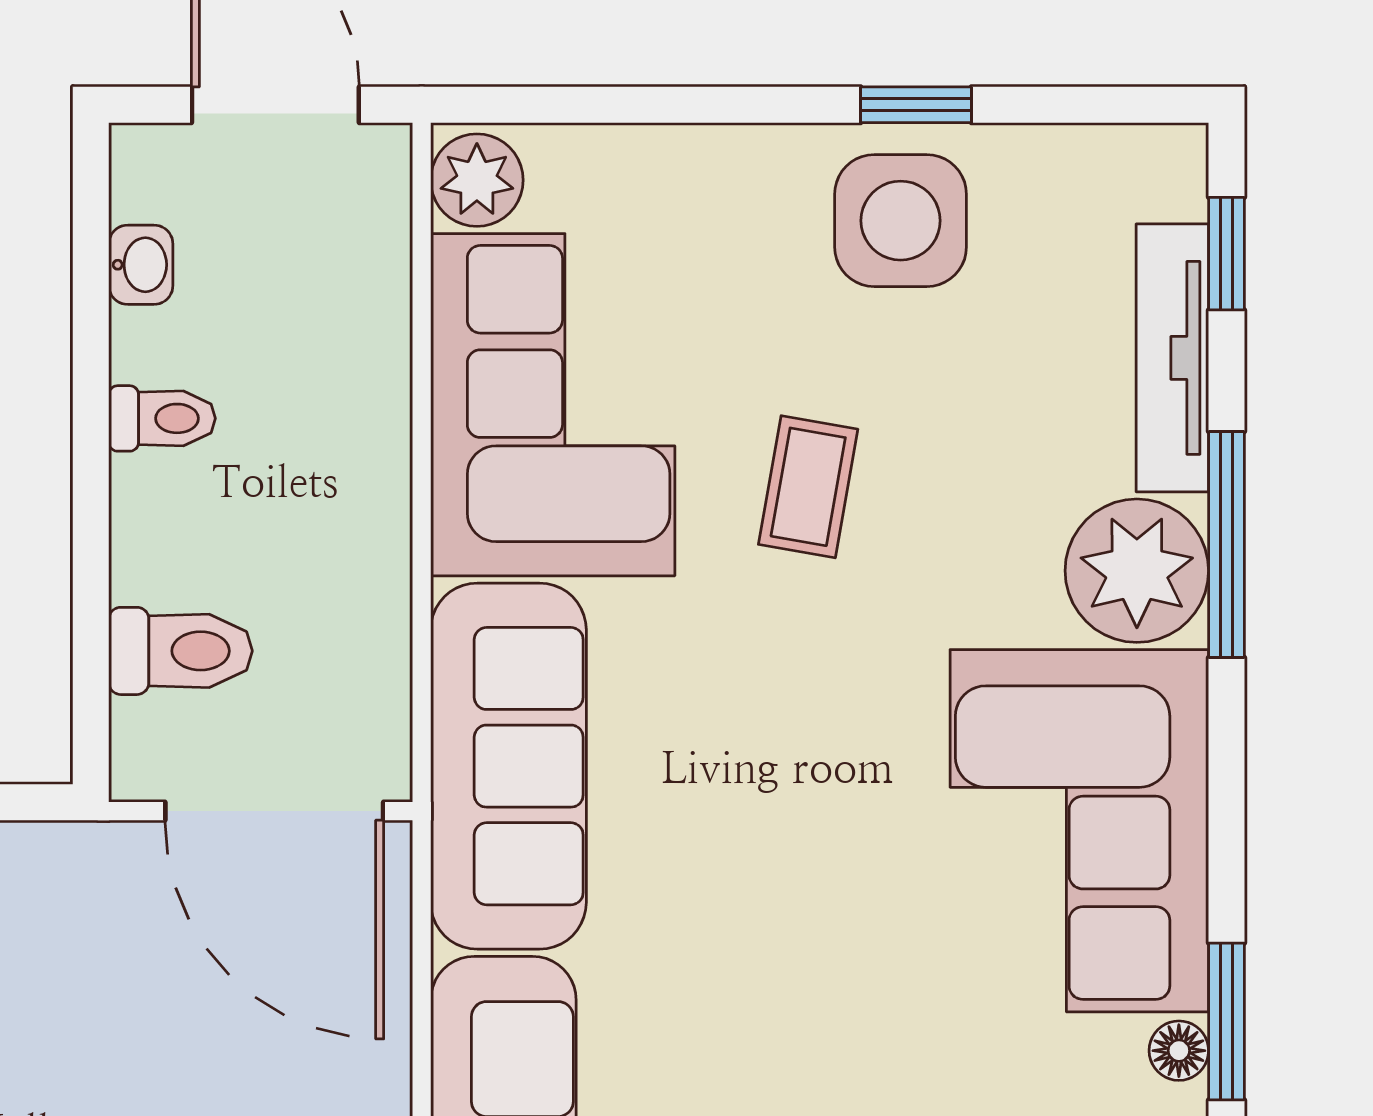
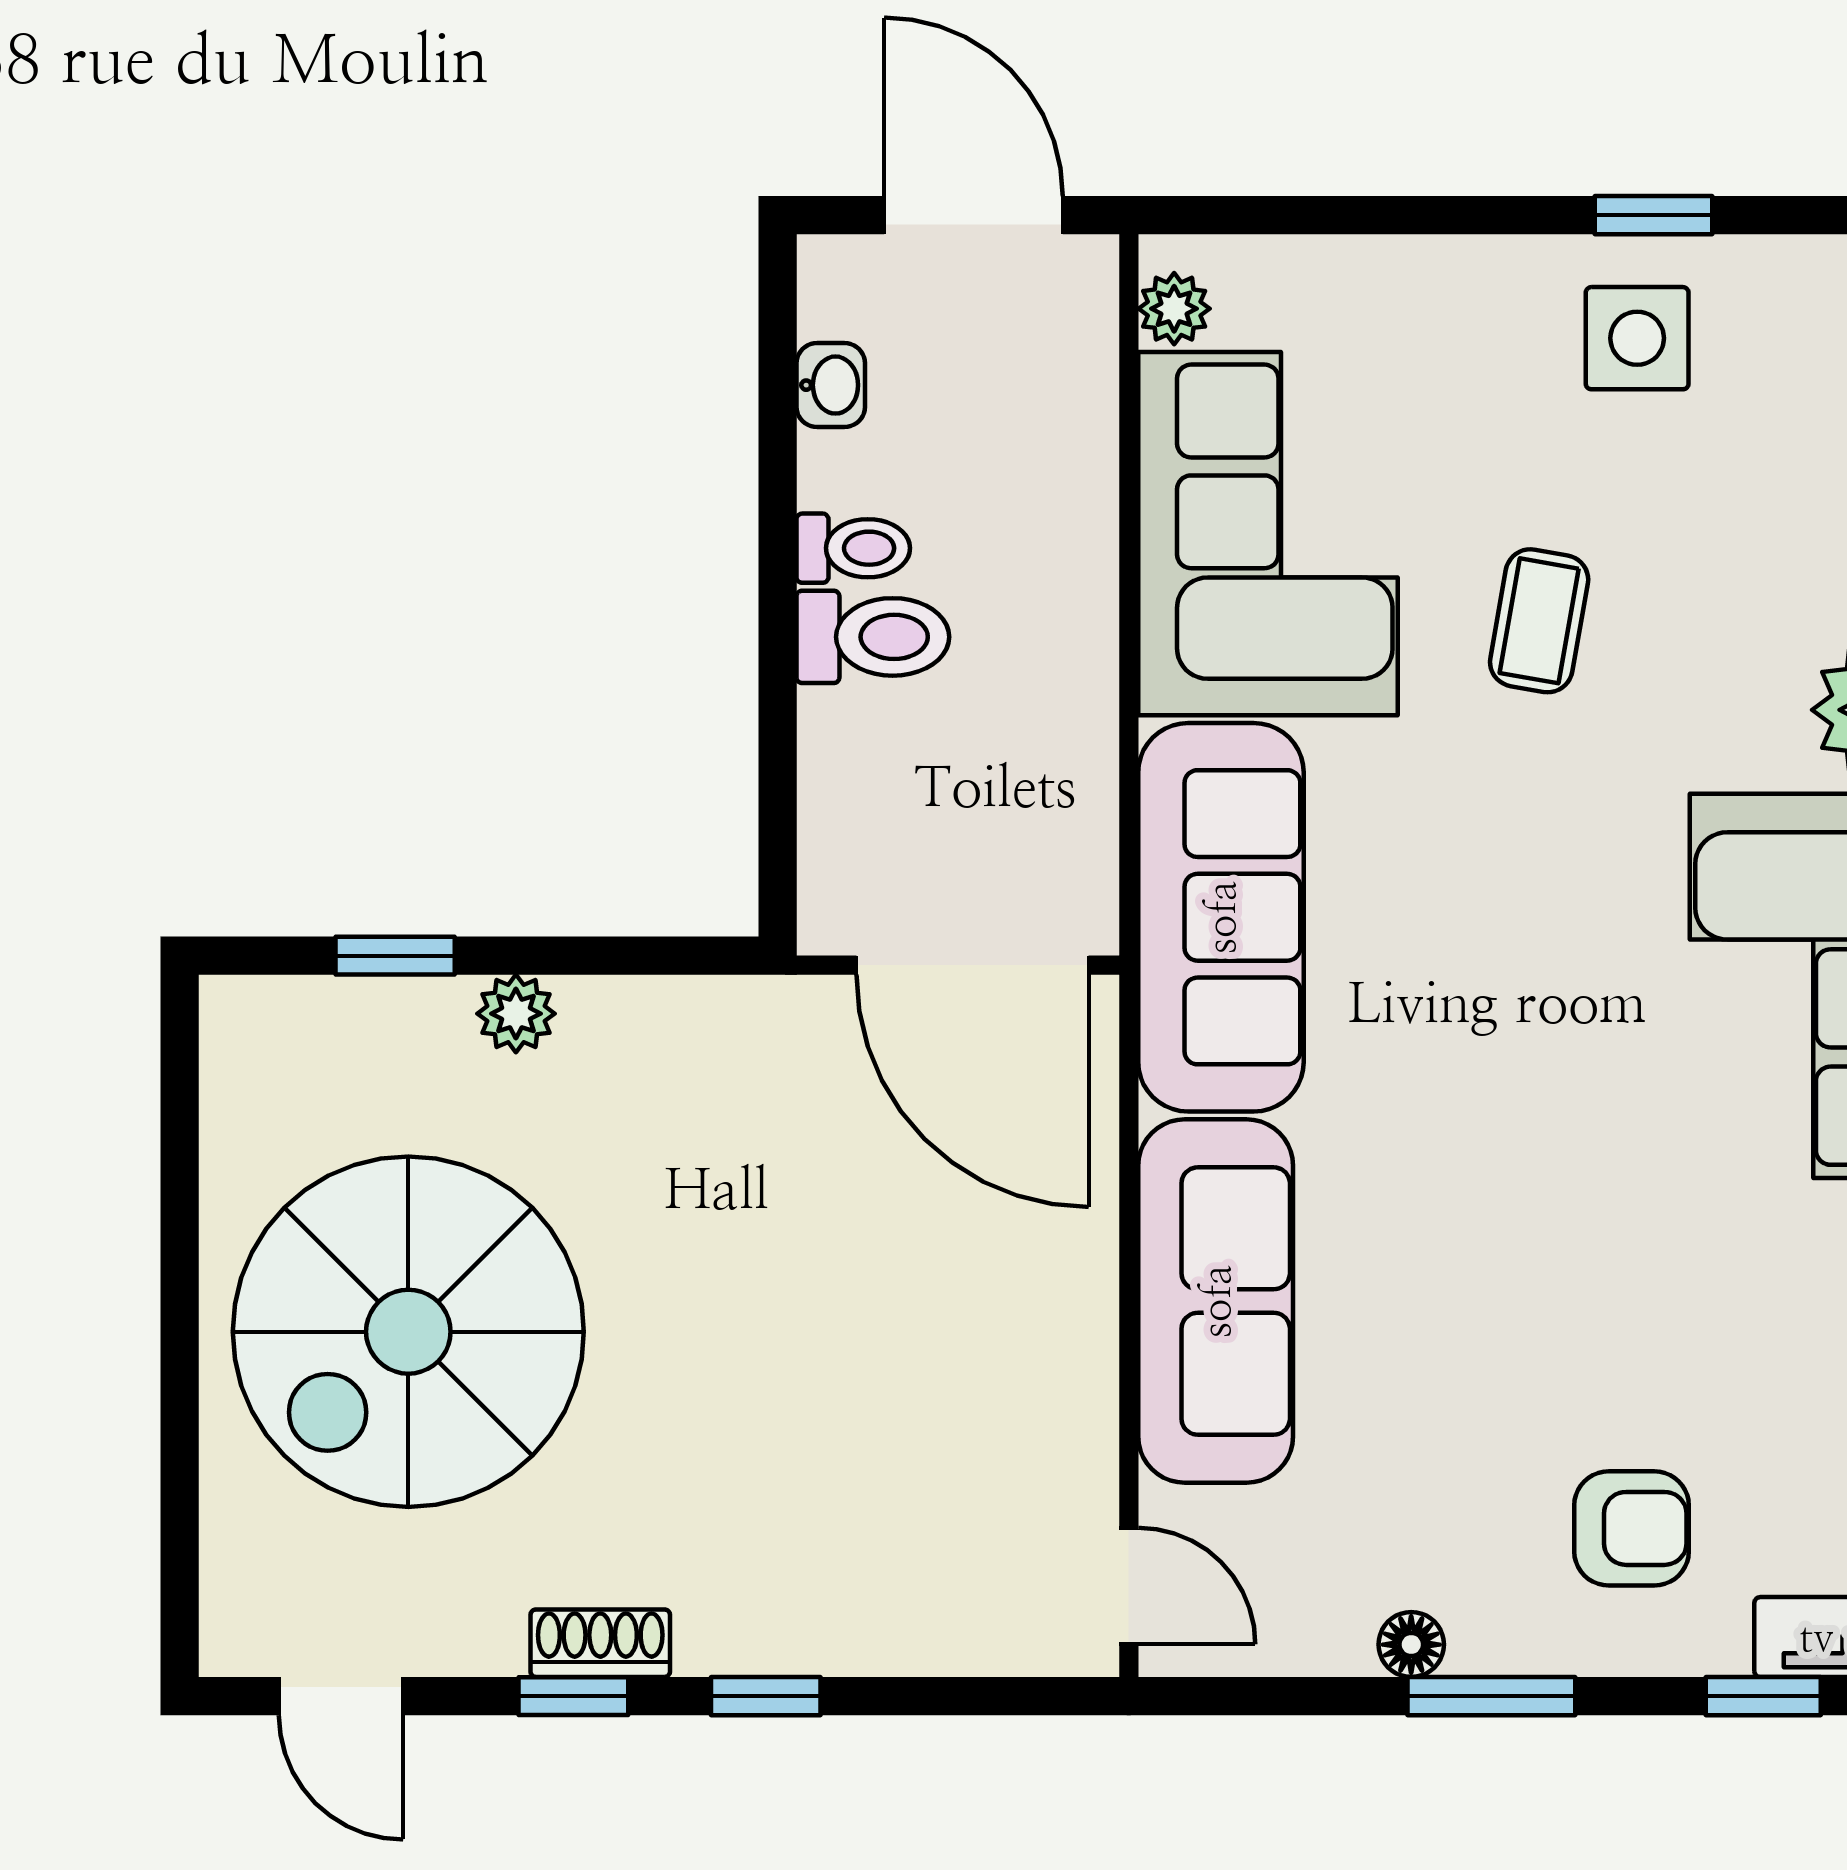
plant: (477, 180) -> (1174, 309), width x0.73, depth x0.73
side table: (901, 221) -> (1637, 338), width x0.73, depth x0.73
toilet: (181, 651) -> (873, 637), moved

